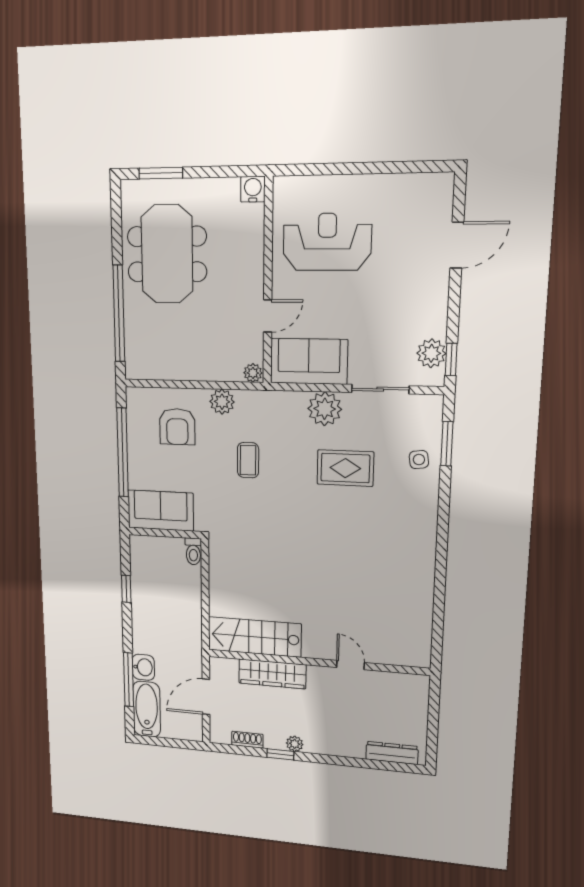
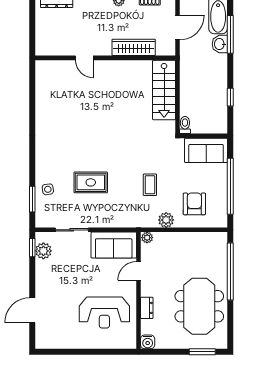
dresser: (254, 251) -> (147, 308), added
plant: (325, 409) -> (104, 217), removed
stairs: (254, 637) -> (164, 90), moved, turned 90

